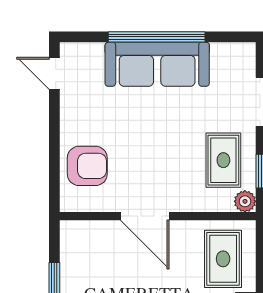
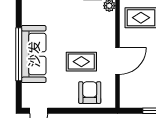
rug: (223, 160) -> (81, 62), moved

